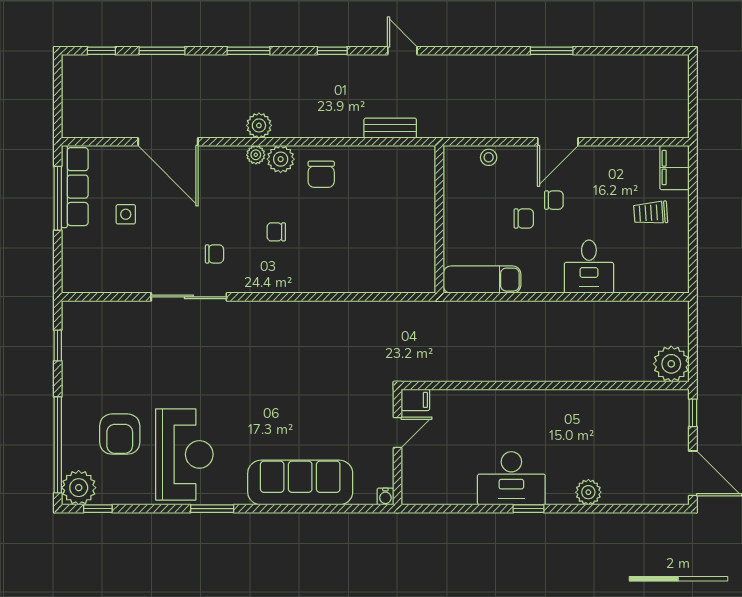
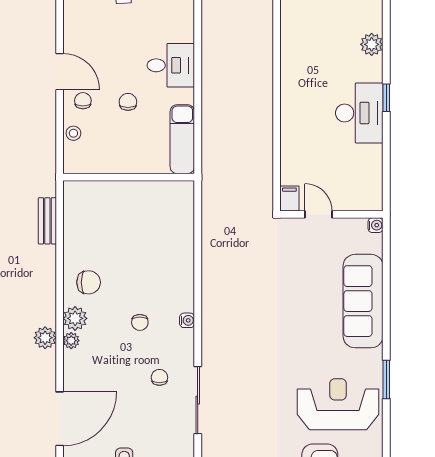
chair: (554, 200) -> (83, 101), moved
desk: (589, 267) -> (171, 65), moved
water cooler: (278, 285) -> (187, 320), added

